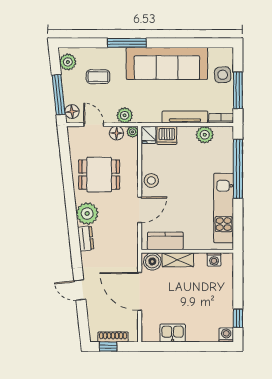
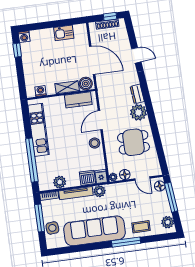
coffee table: (98, 77) -> (141, 227), moved
plant: (125, 115) -> (99, 191), moved

